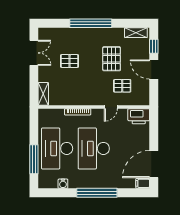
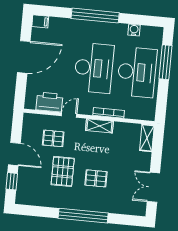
shelving: (136, 33) -> (99, 126), moved
pallet: (70, 61) -> (96, 178), moved
printer: (139, 116) -> (49, 102), moved
door: (154, 164) -> (24, 57), moved

